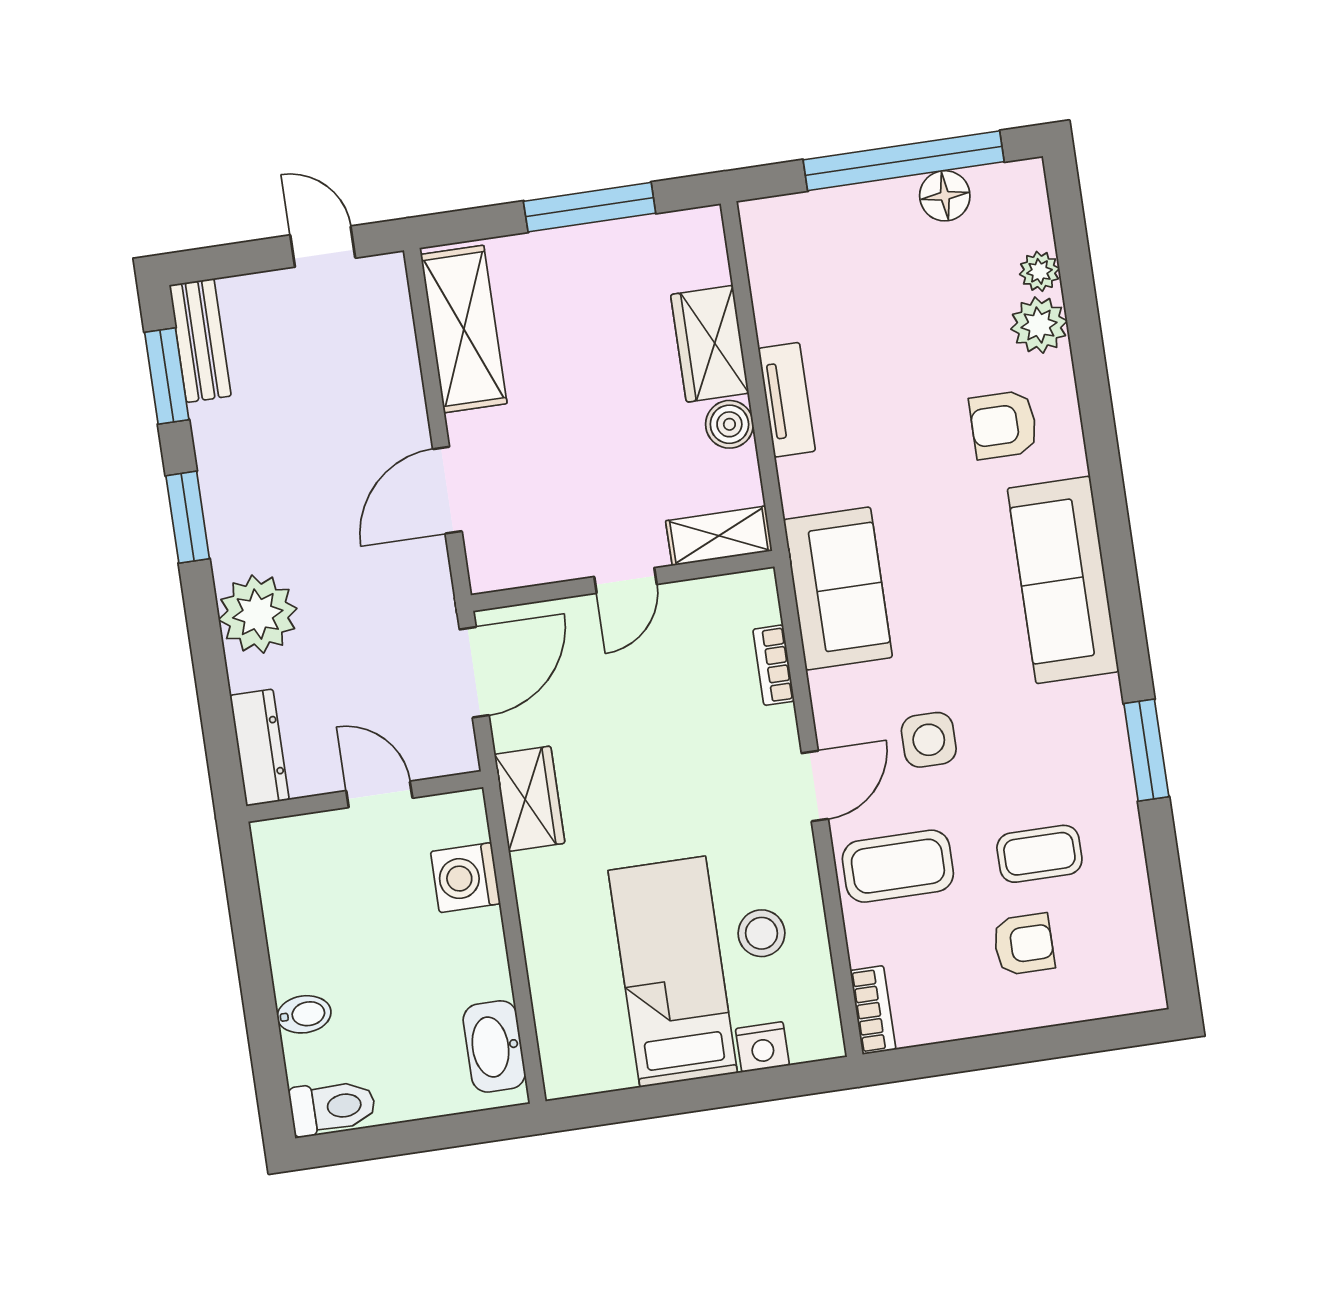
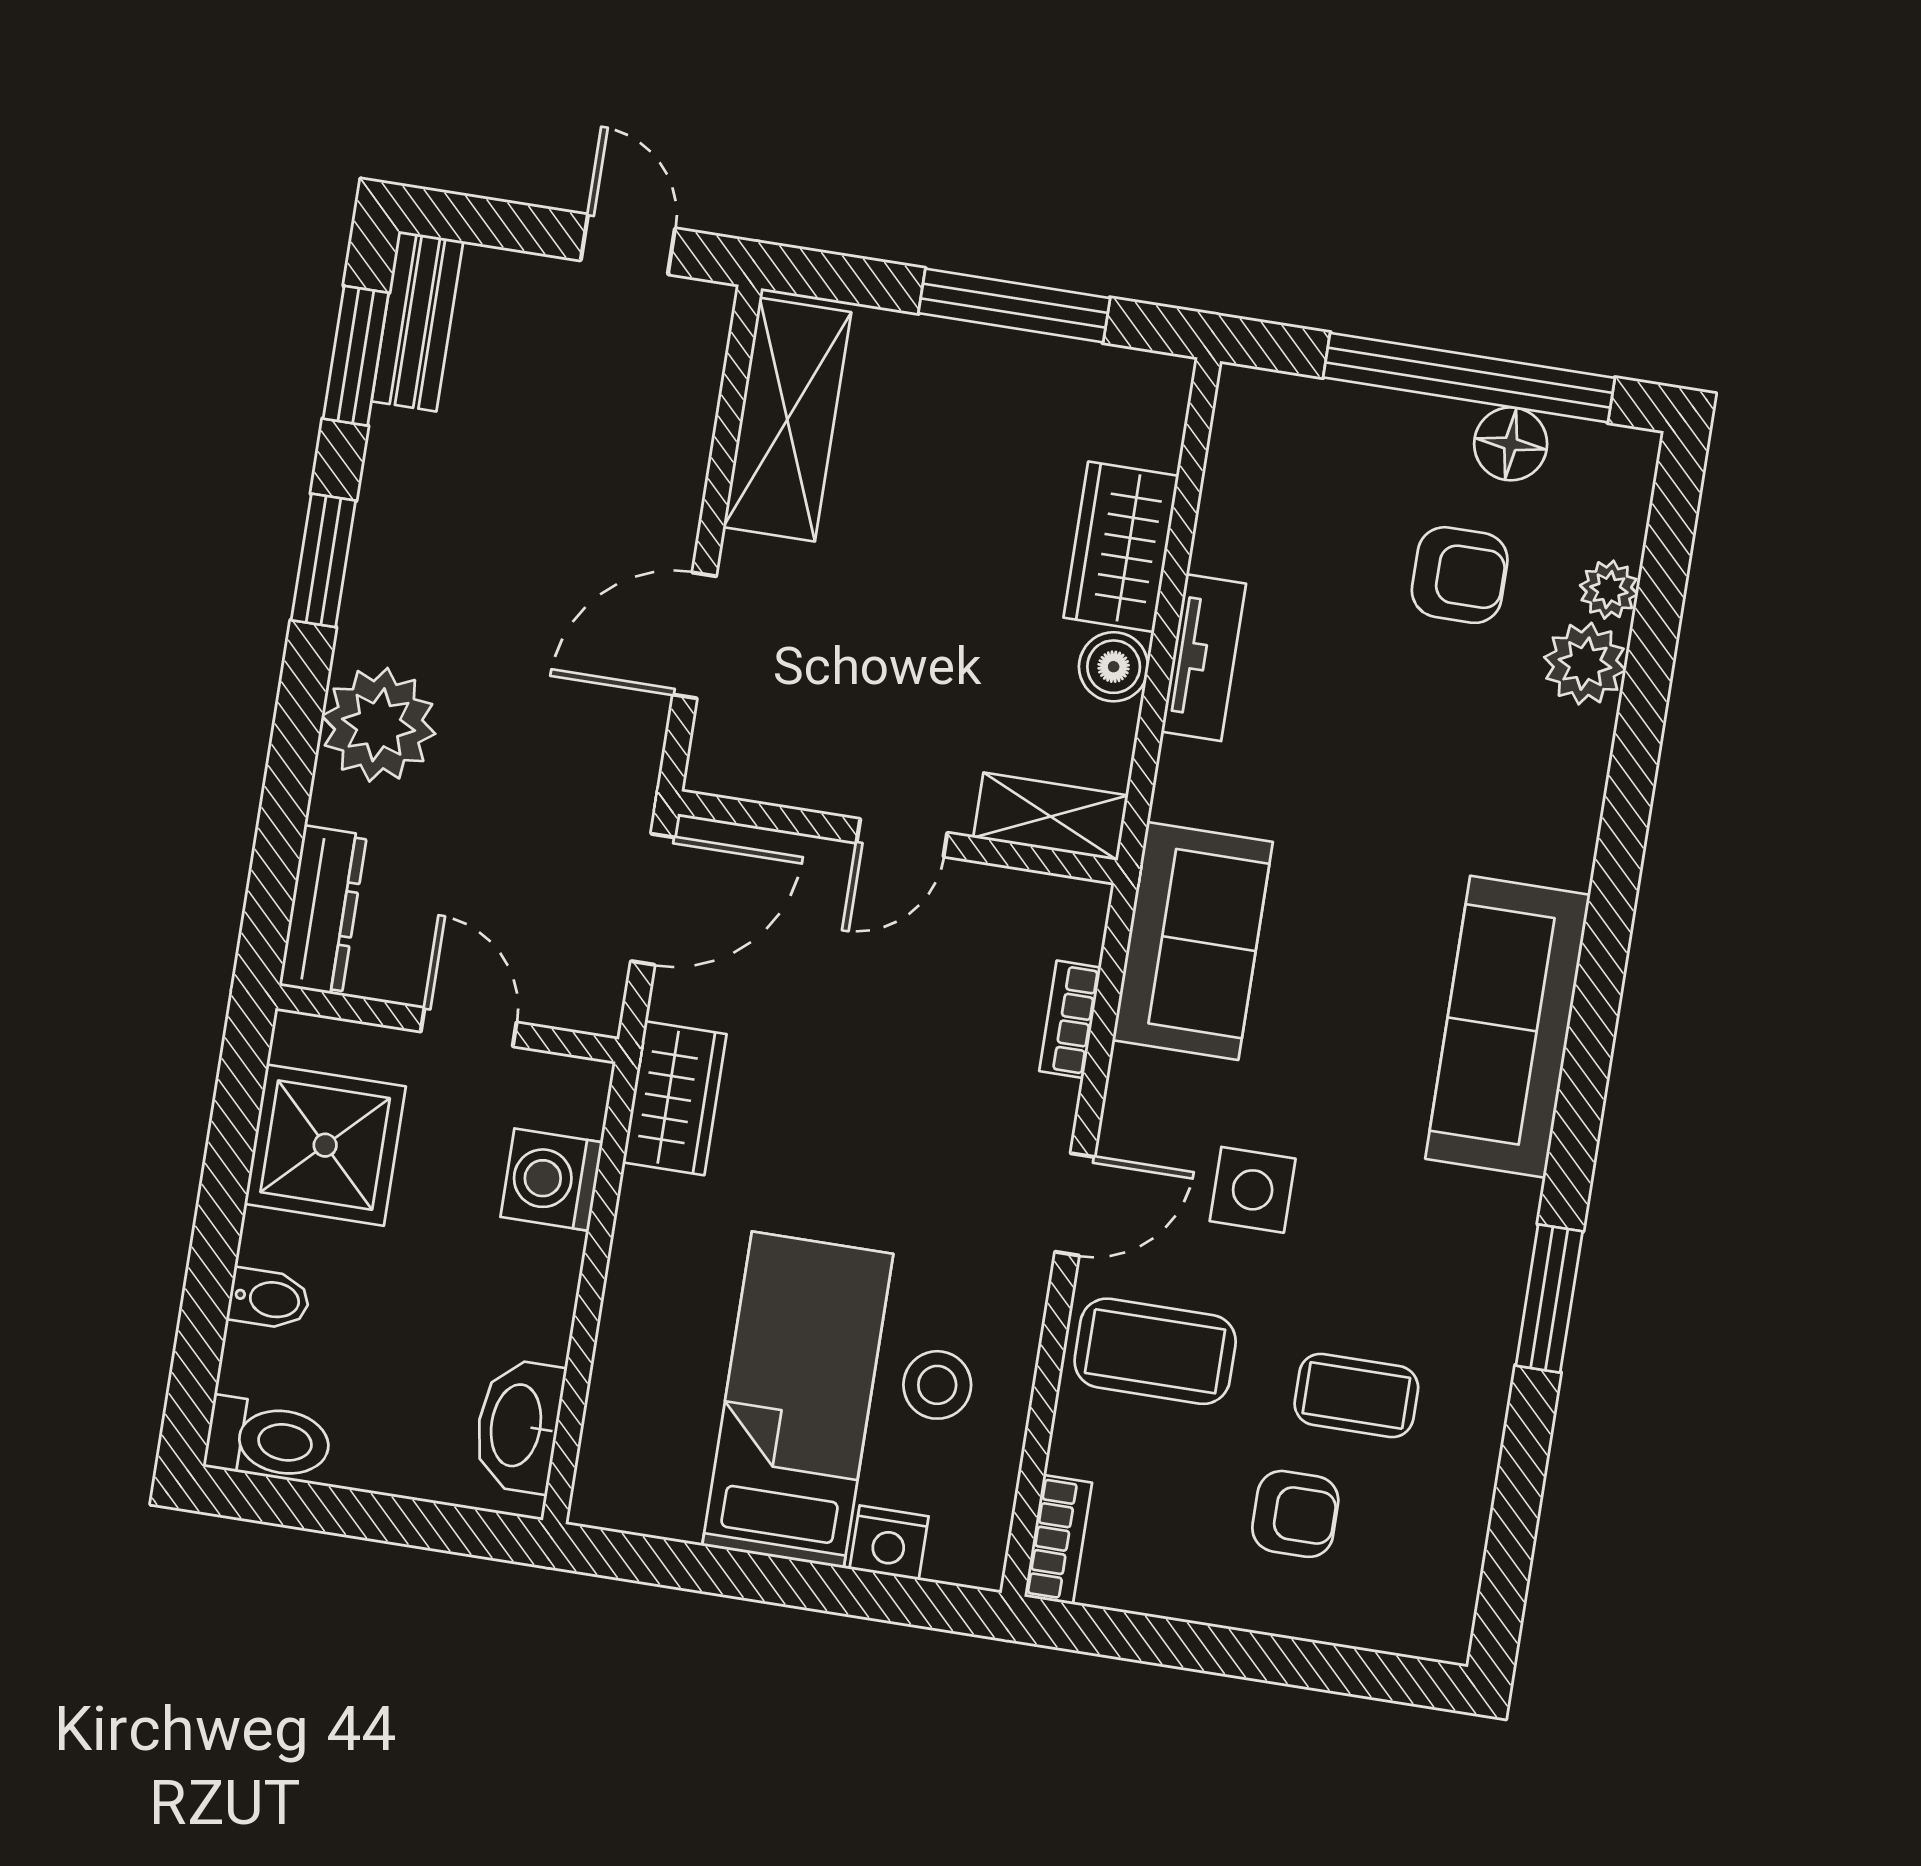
armchair: (1003, 425) -> (1460, 575), moved, turned 180
shower: (309, 902) -> (325, 1145), added

